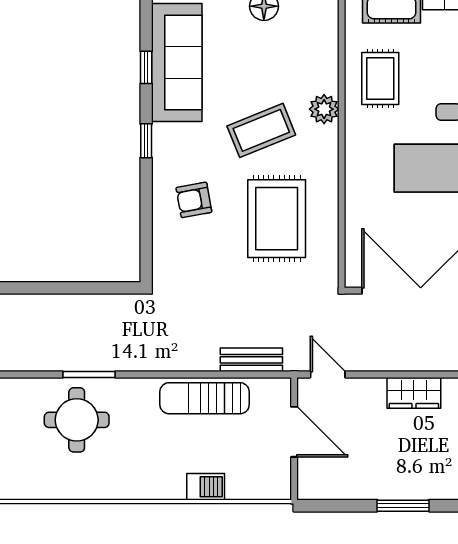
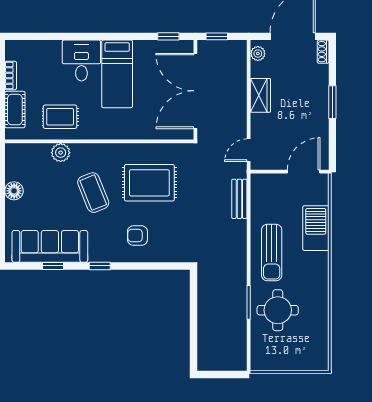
plant: (324, 109) -> (61, 153), moved
armchair: (194, 200) -> (137, 236), turned 100
sun lounger: (205, 398) -> (272, 253), moved
door: (294, 432) -> (304, 172), moved
barbecue: (206, 487) -> (316, 228), width x1.88, depth x1.53

